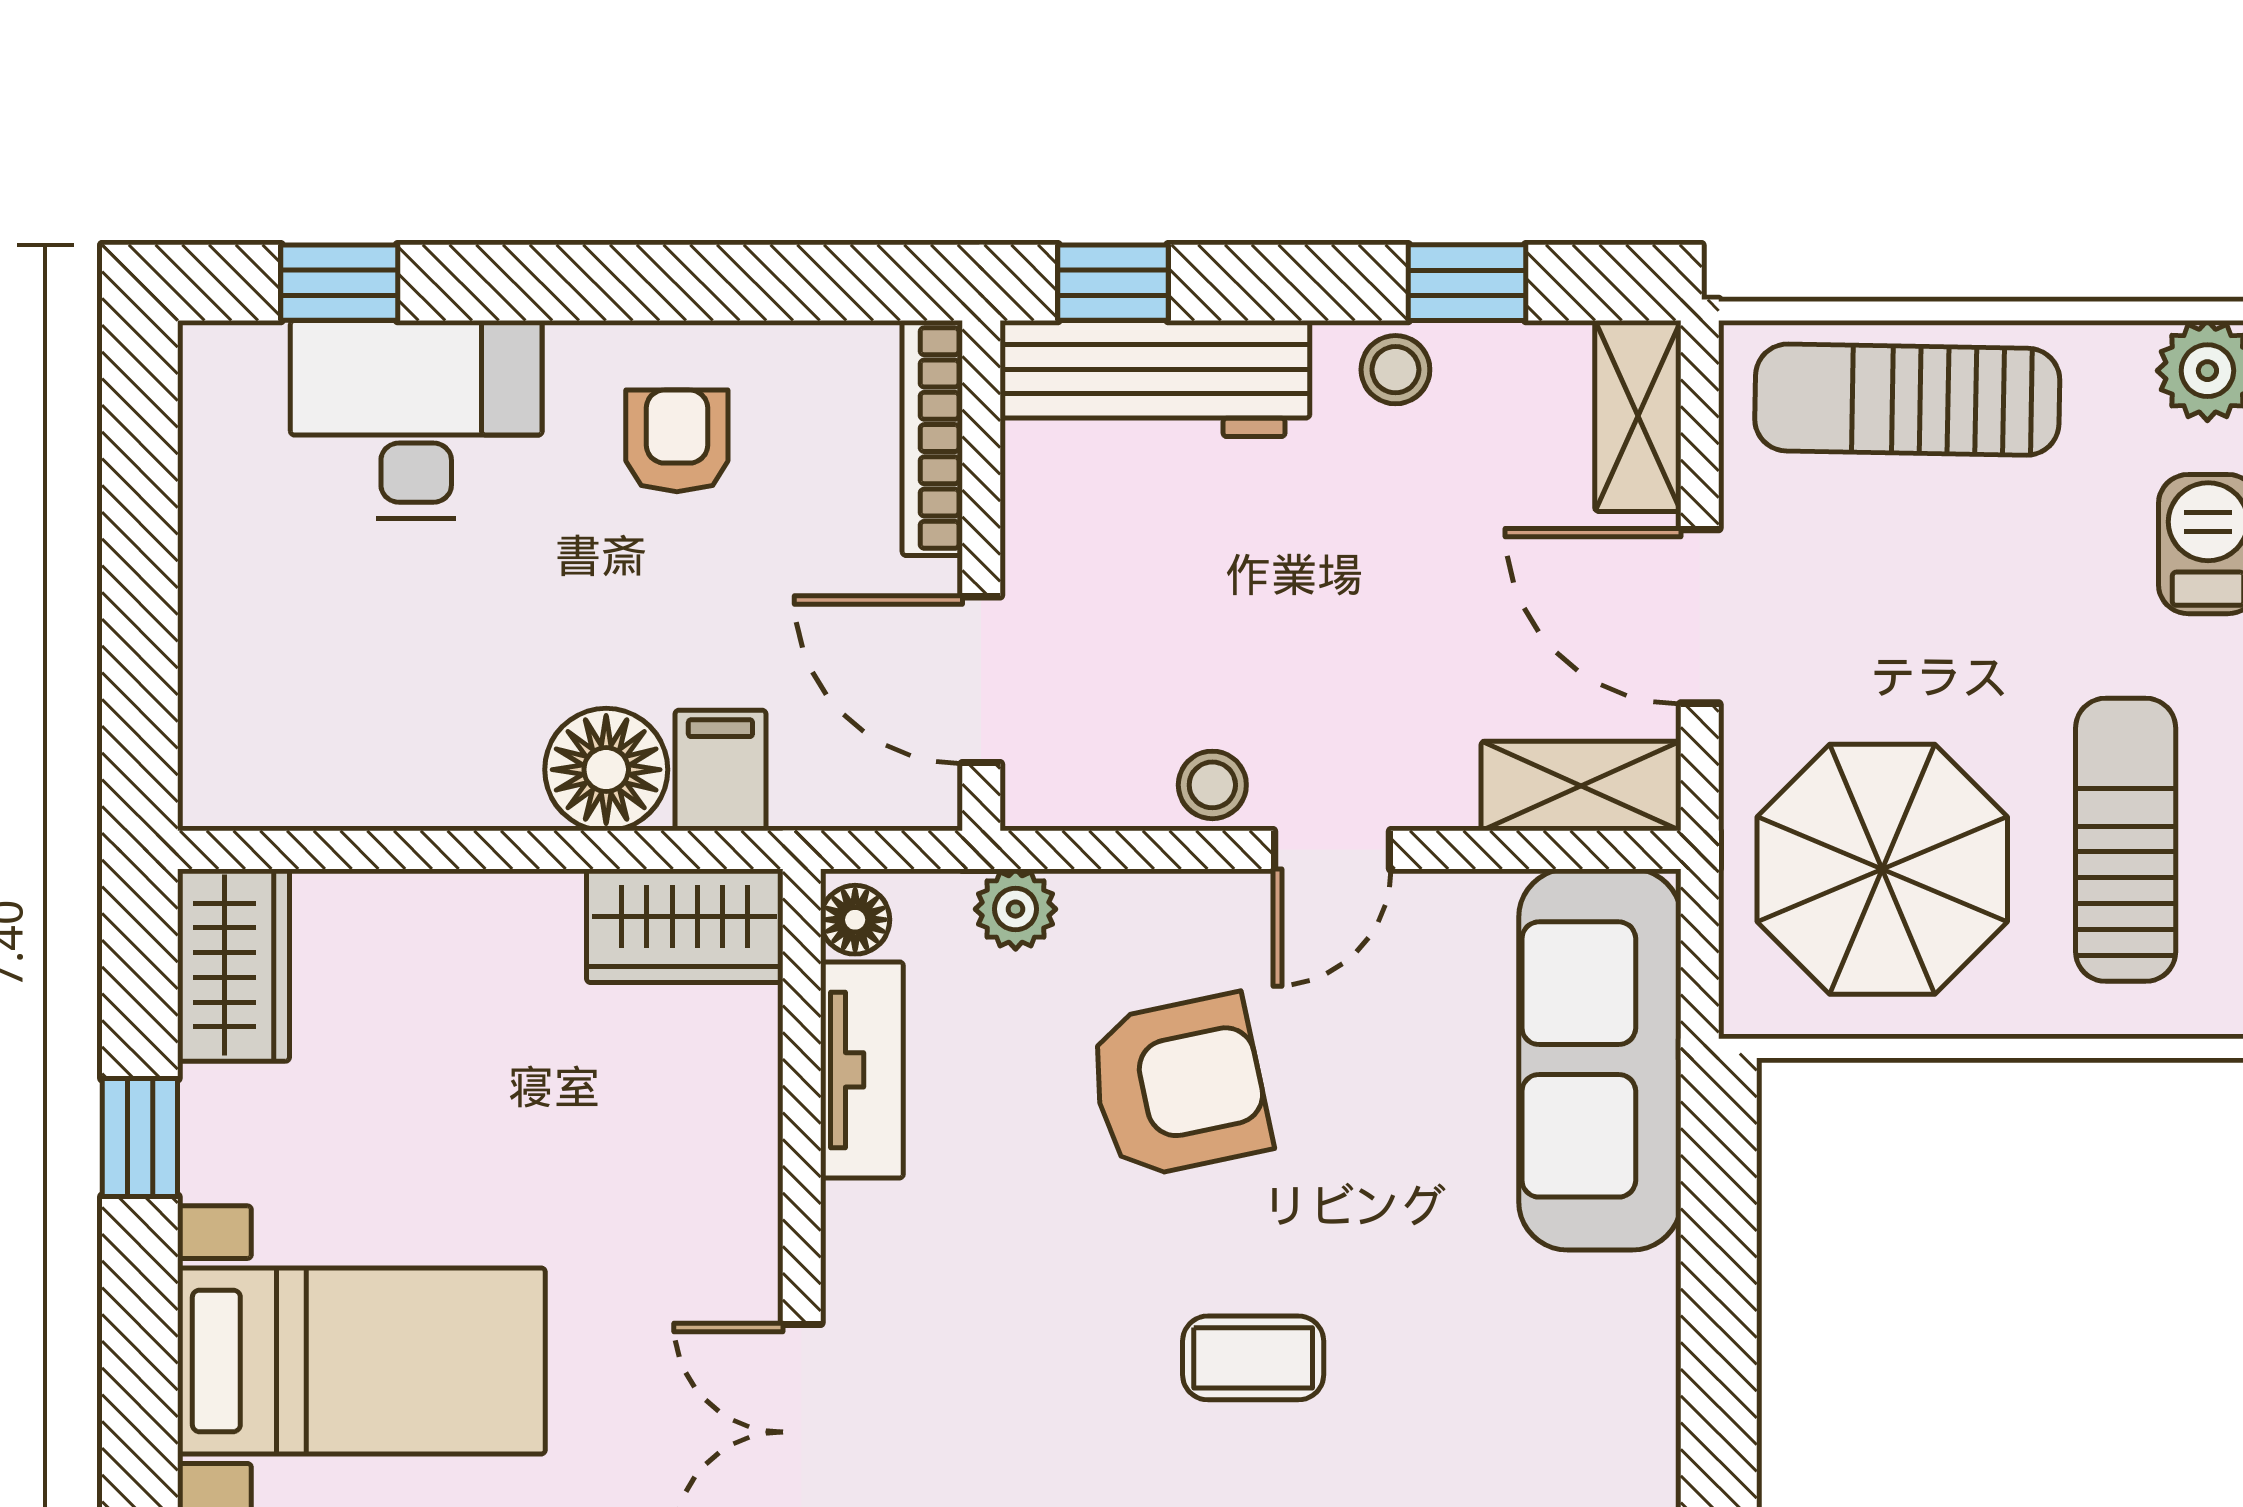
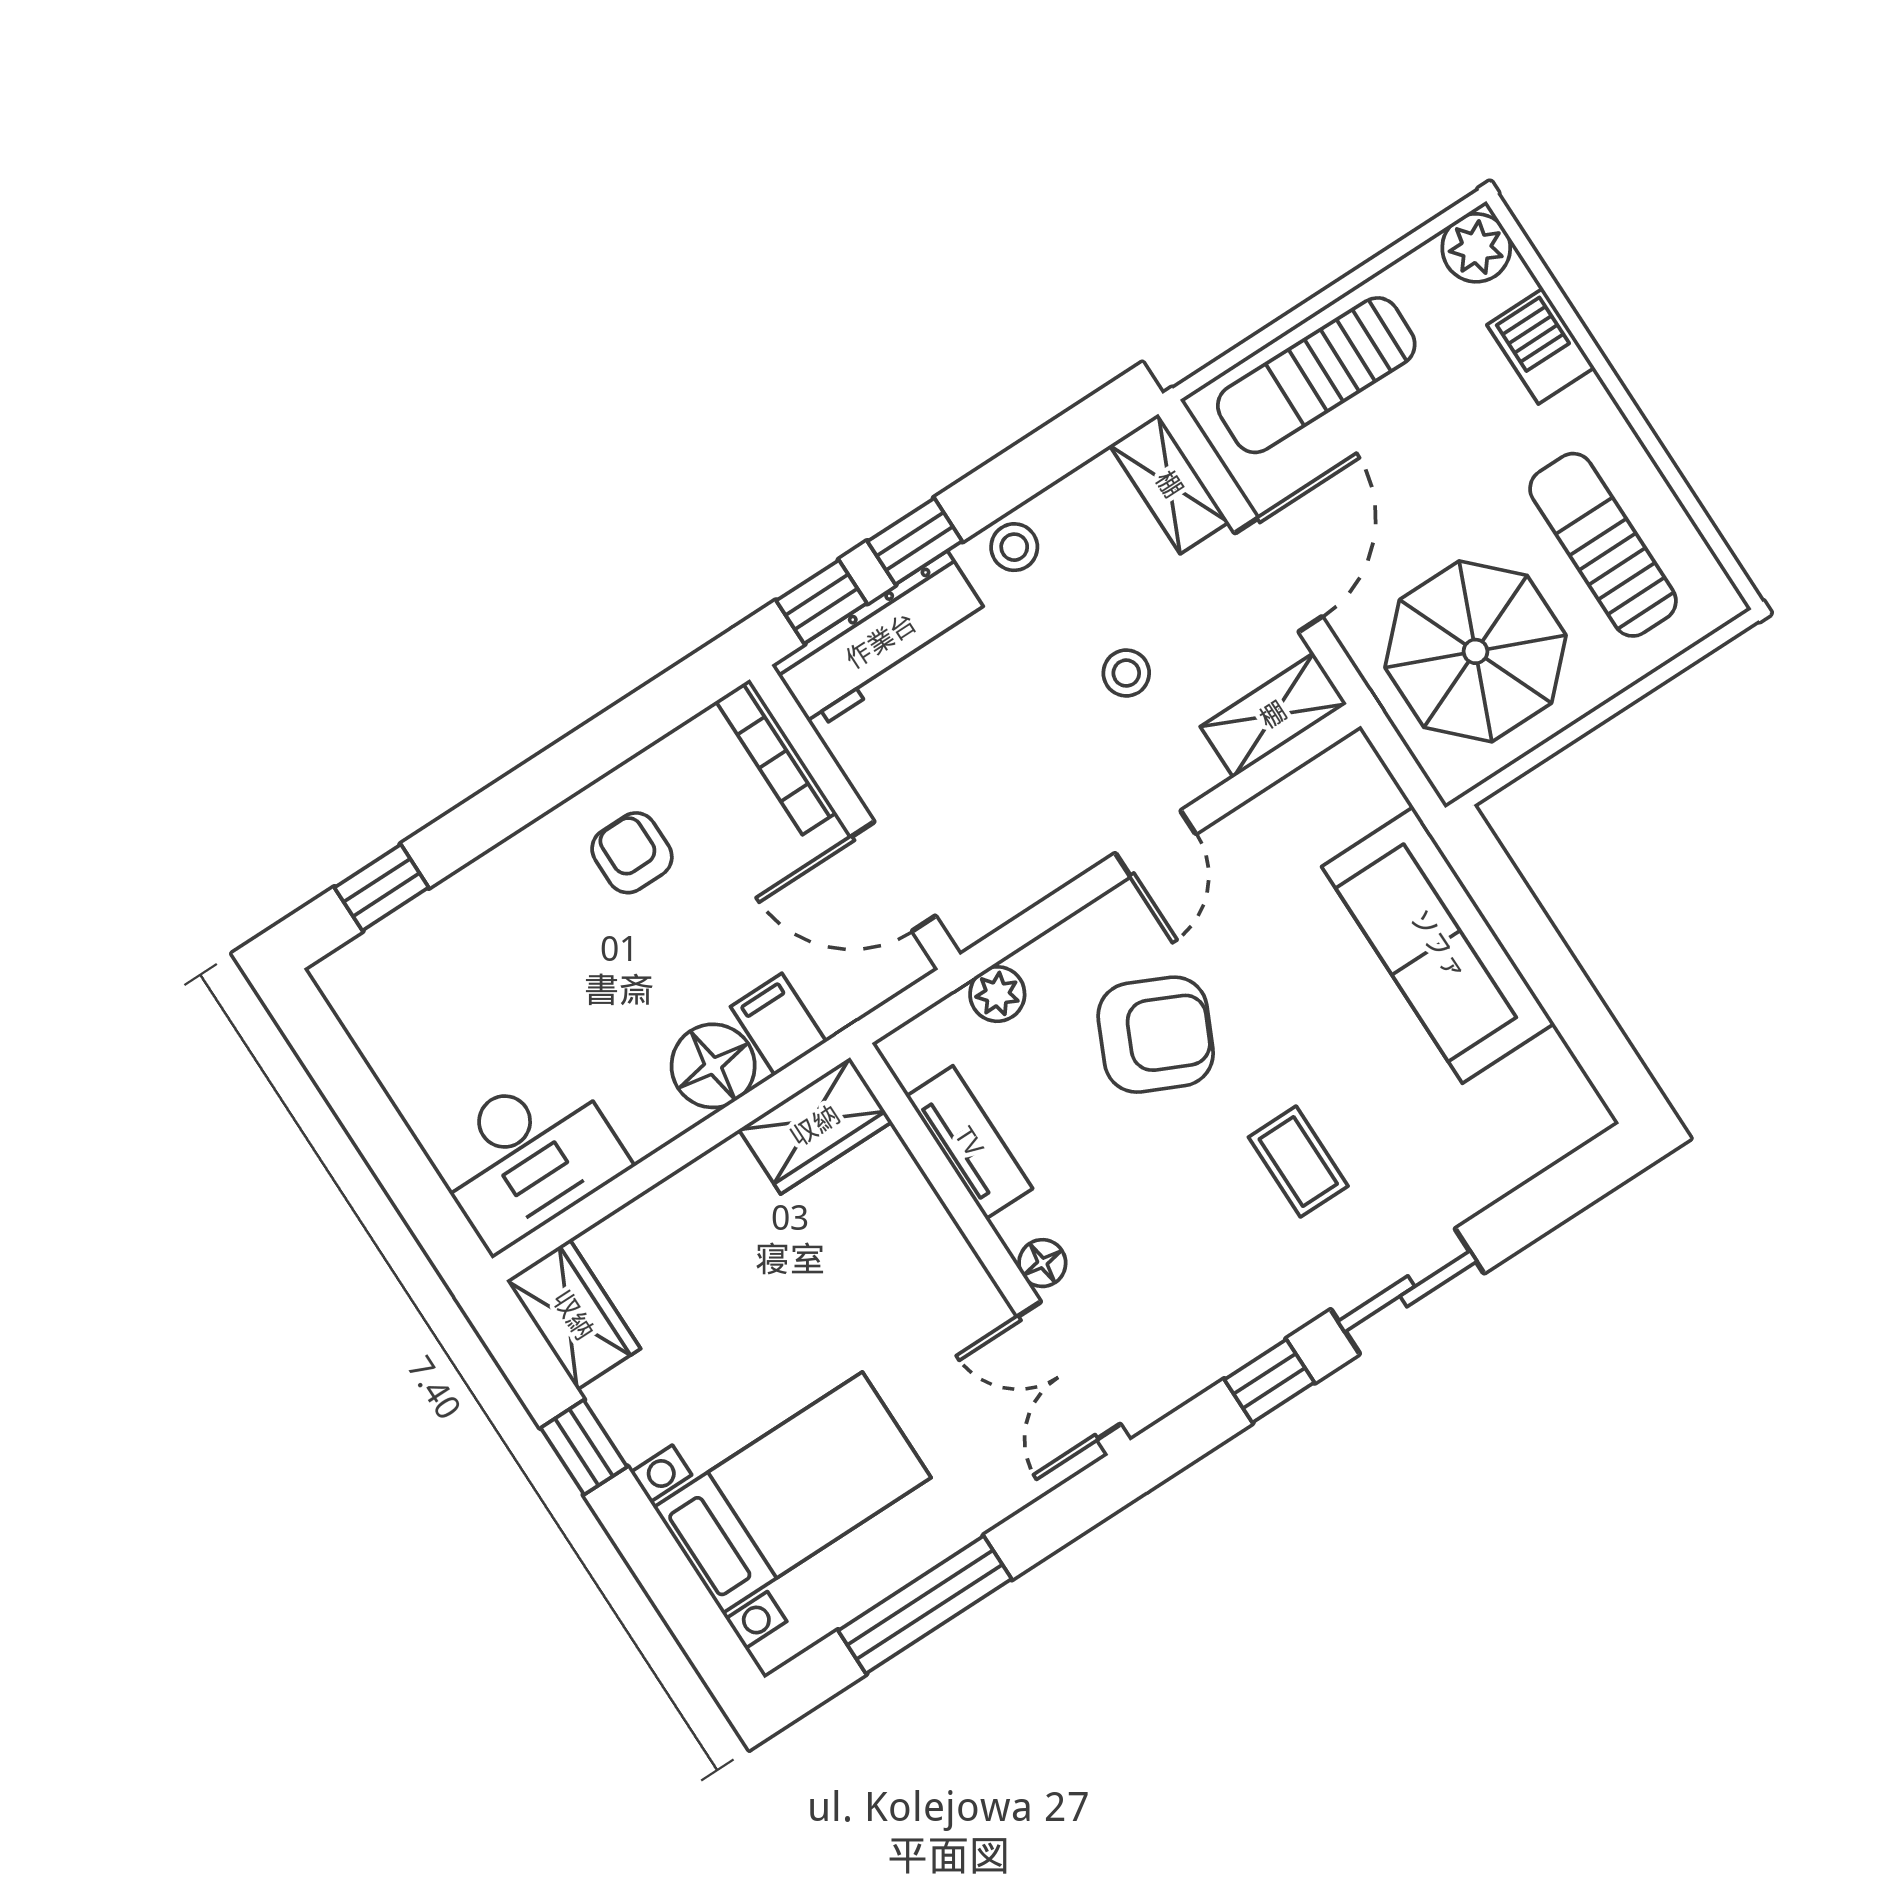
window: (1467, 283) -> (915, 541), moved
desk: (416, 419) -> (527, 1156), moved, turned 180
door: (1700, 616) -> (1278, 575), swing flipped
stool: (1212, 785) -> (1126, 673), moved
floor lamp: (855, 920) -> (1042, 1263), moved
sofa: (1600, 1059) -> (1438, 945), moved
armchair: (1179, 1086) -> (1156, 1035), turned 37
coffee table: (1253, 1358) -> (1298, 1162), turned 90

